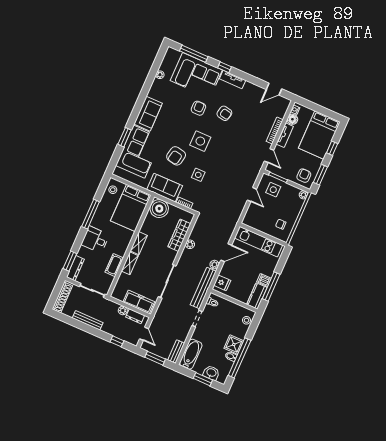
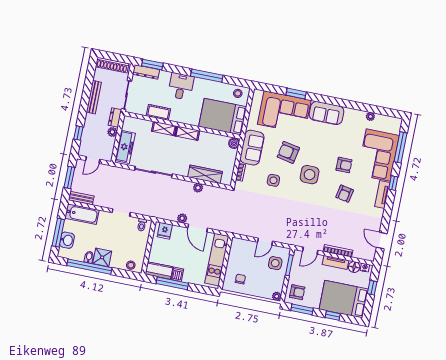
window: (315, 107) -> (372, 288), added
boiler: (159, 209) -> (234, 143), width x0.54, depth x0.54
bench: (203, 288) -> (155, 212), removed
dresser: (135, 316) -> (115, 117), moved
window: (203, 379) -> (58, 233), width x1.44

